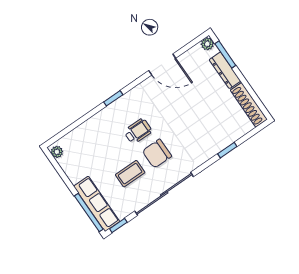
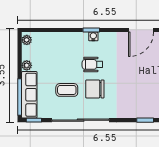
door: (162, 64) -> (141, 30), hinge flipped
water cooler: (120, 103) -> (93, 36), added
wheelchair: (138, 131) -> (92, 64), turned 180
plant: (74, 177) -> (27, 65), added

